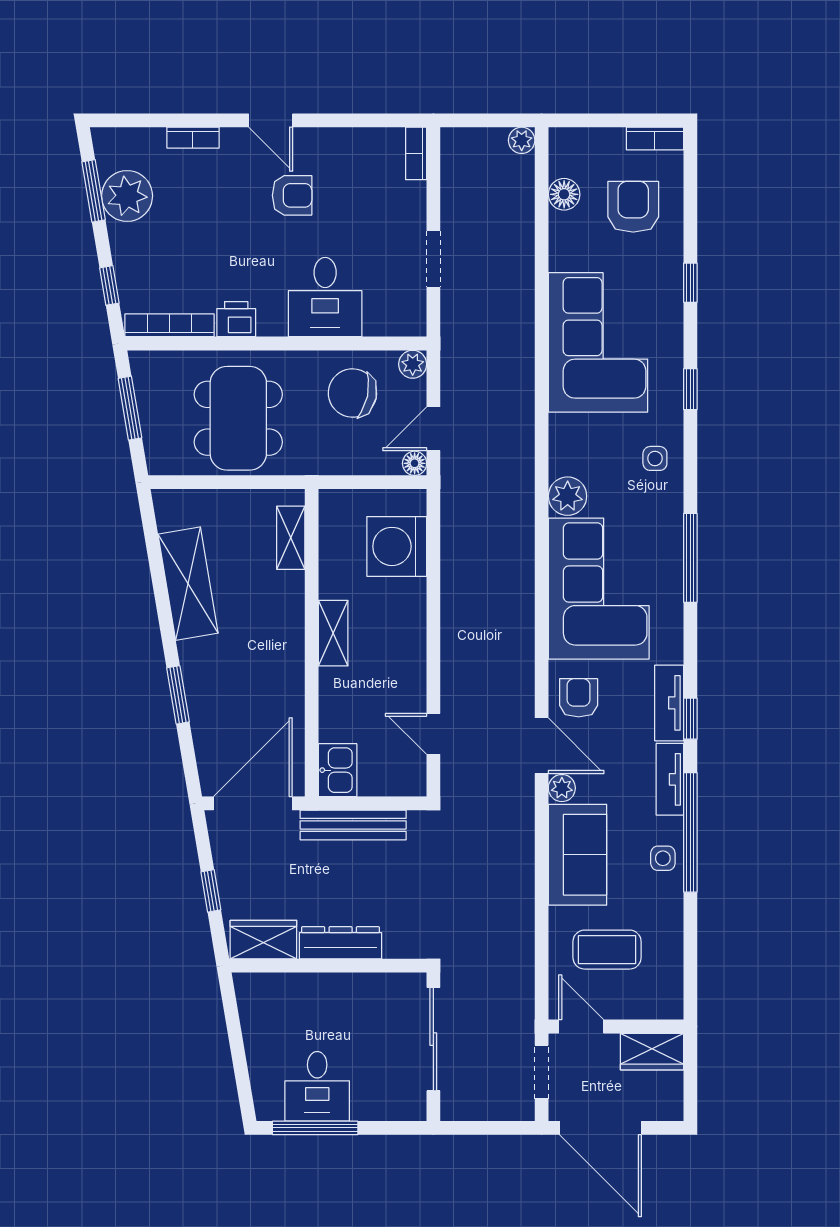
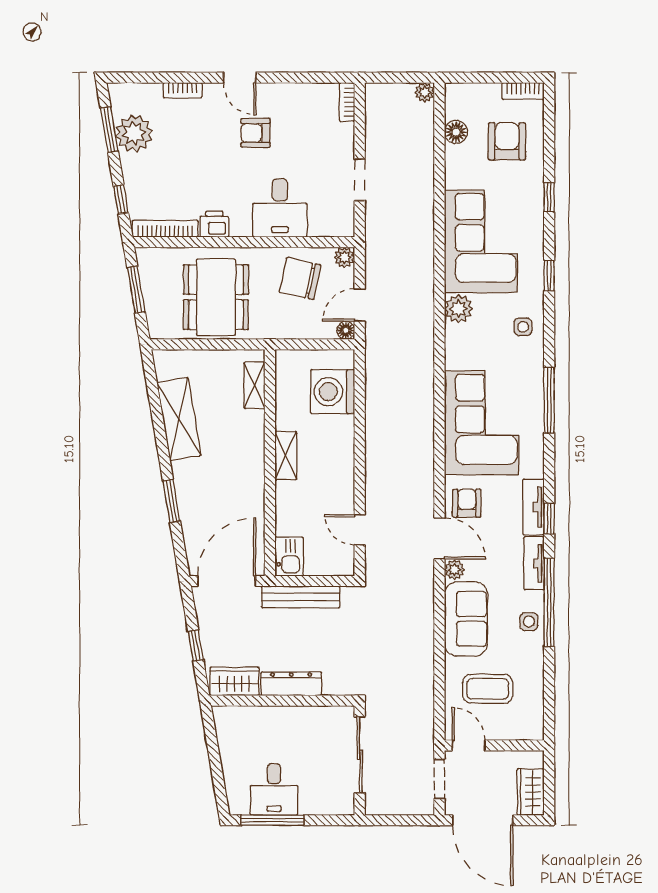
armchair: (292, 195) -> (256, 133), turned 180
plant: (568, 496) -> (459, 309), moved
wardrobe: (652, 1052) -> (531, 792), moved, turned 90

